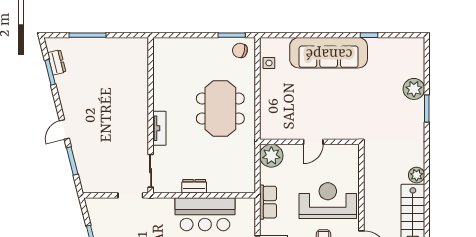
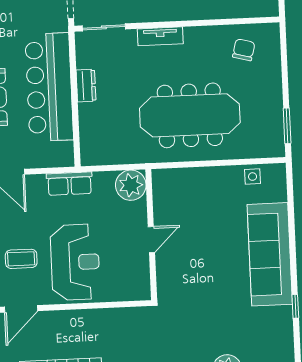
chair: (240, 50) -> (244, 50), moved
meeting table: (220, 108) -> (190, 115), width x1.36
door: (313, 142) -> (151, 240), swing flipped
bar counter: (205, 214) -> (49, 87), width x1.36

